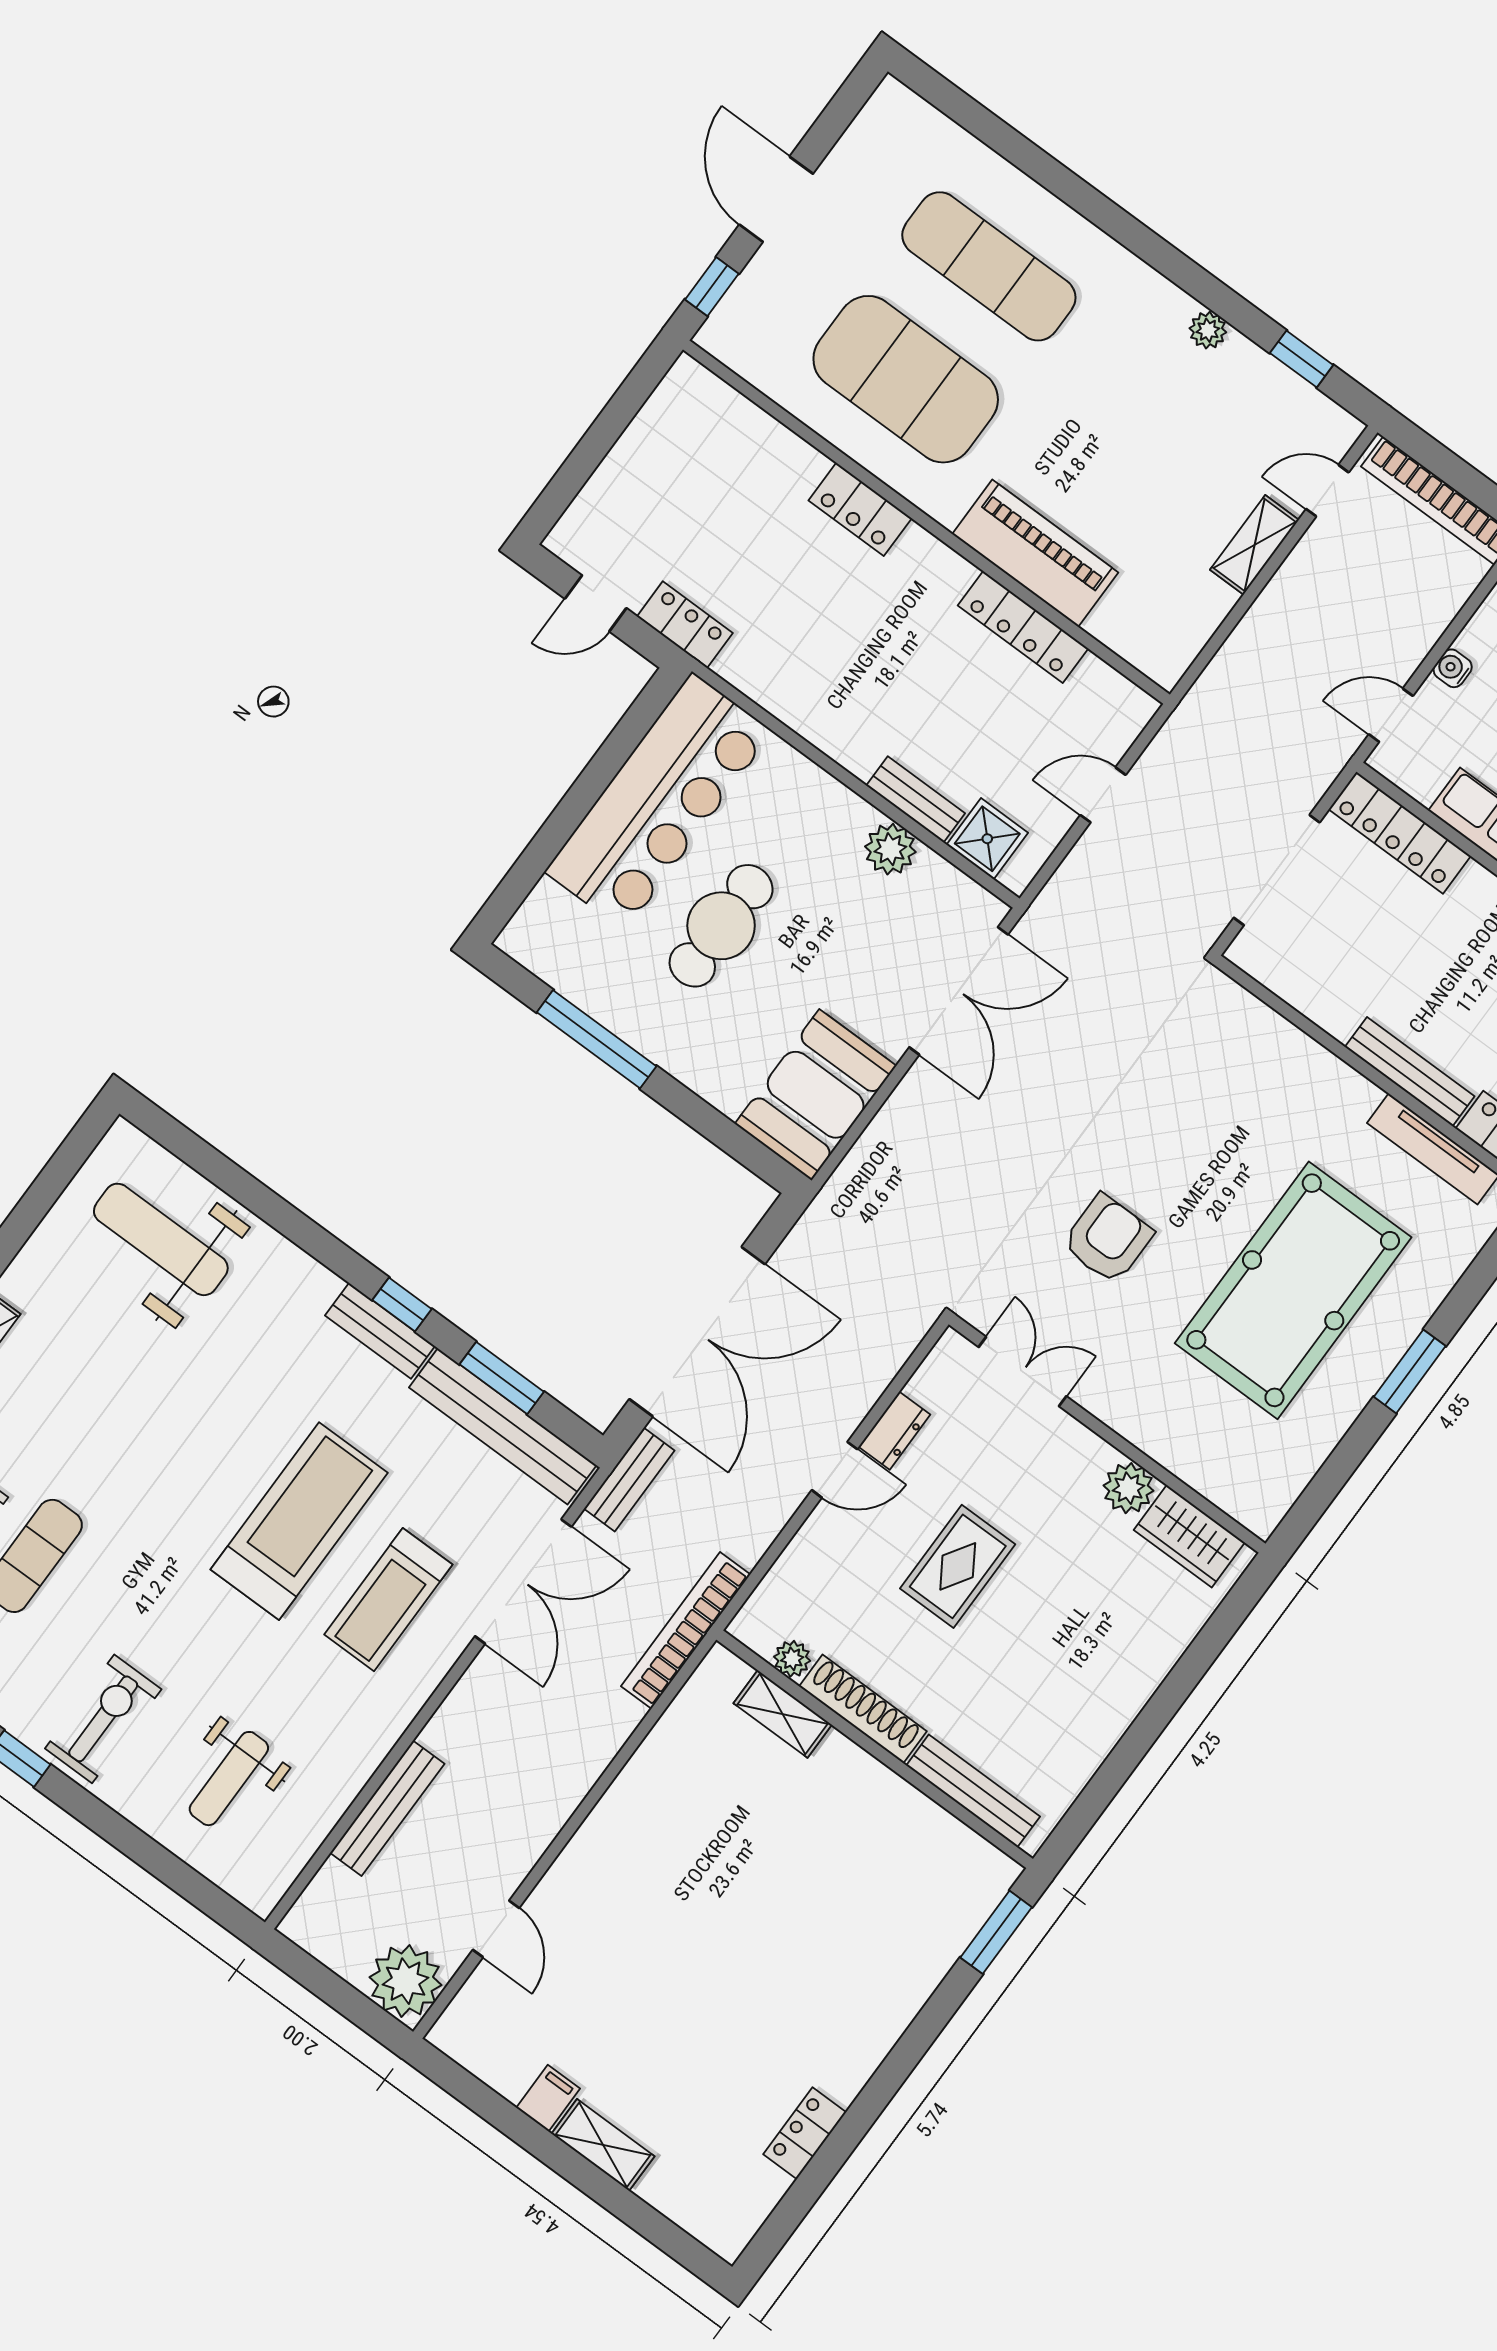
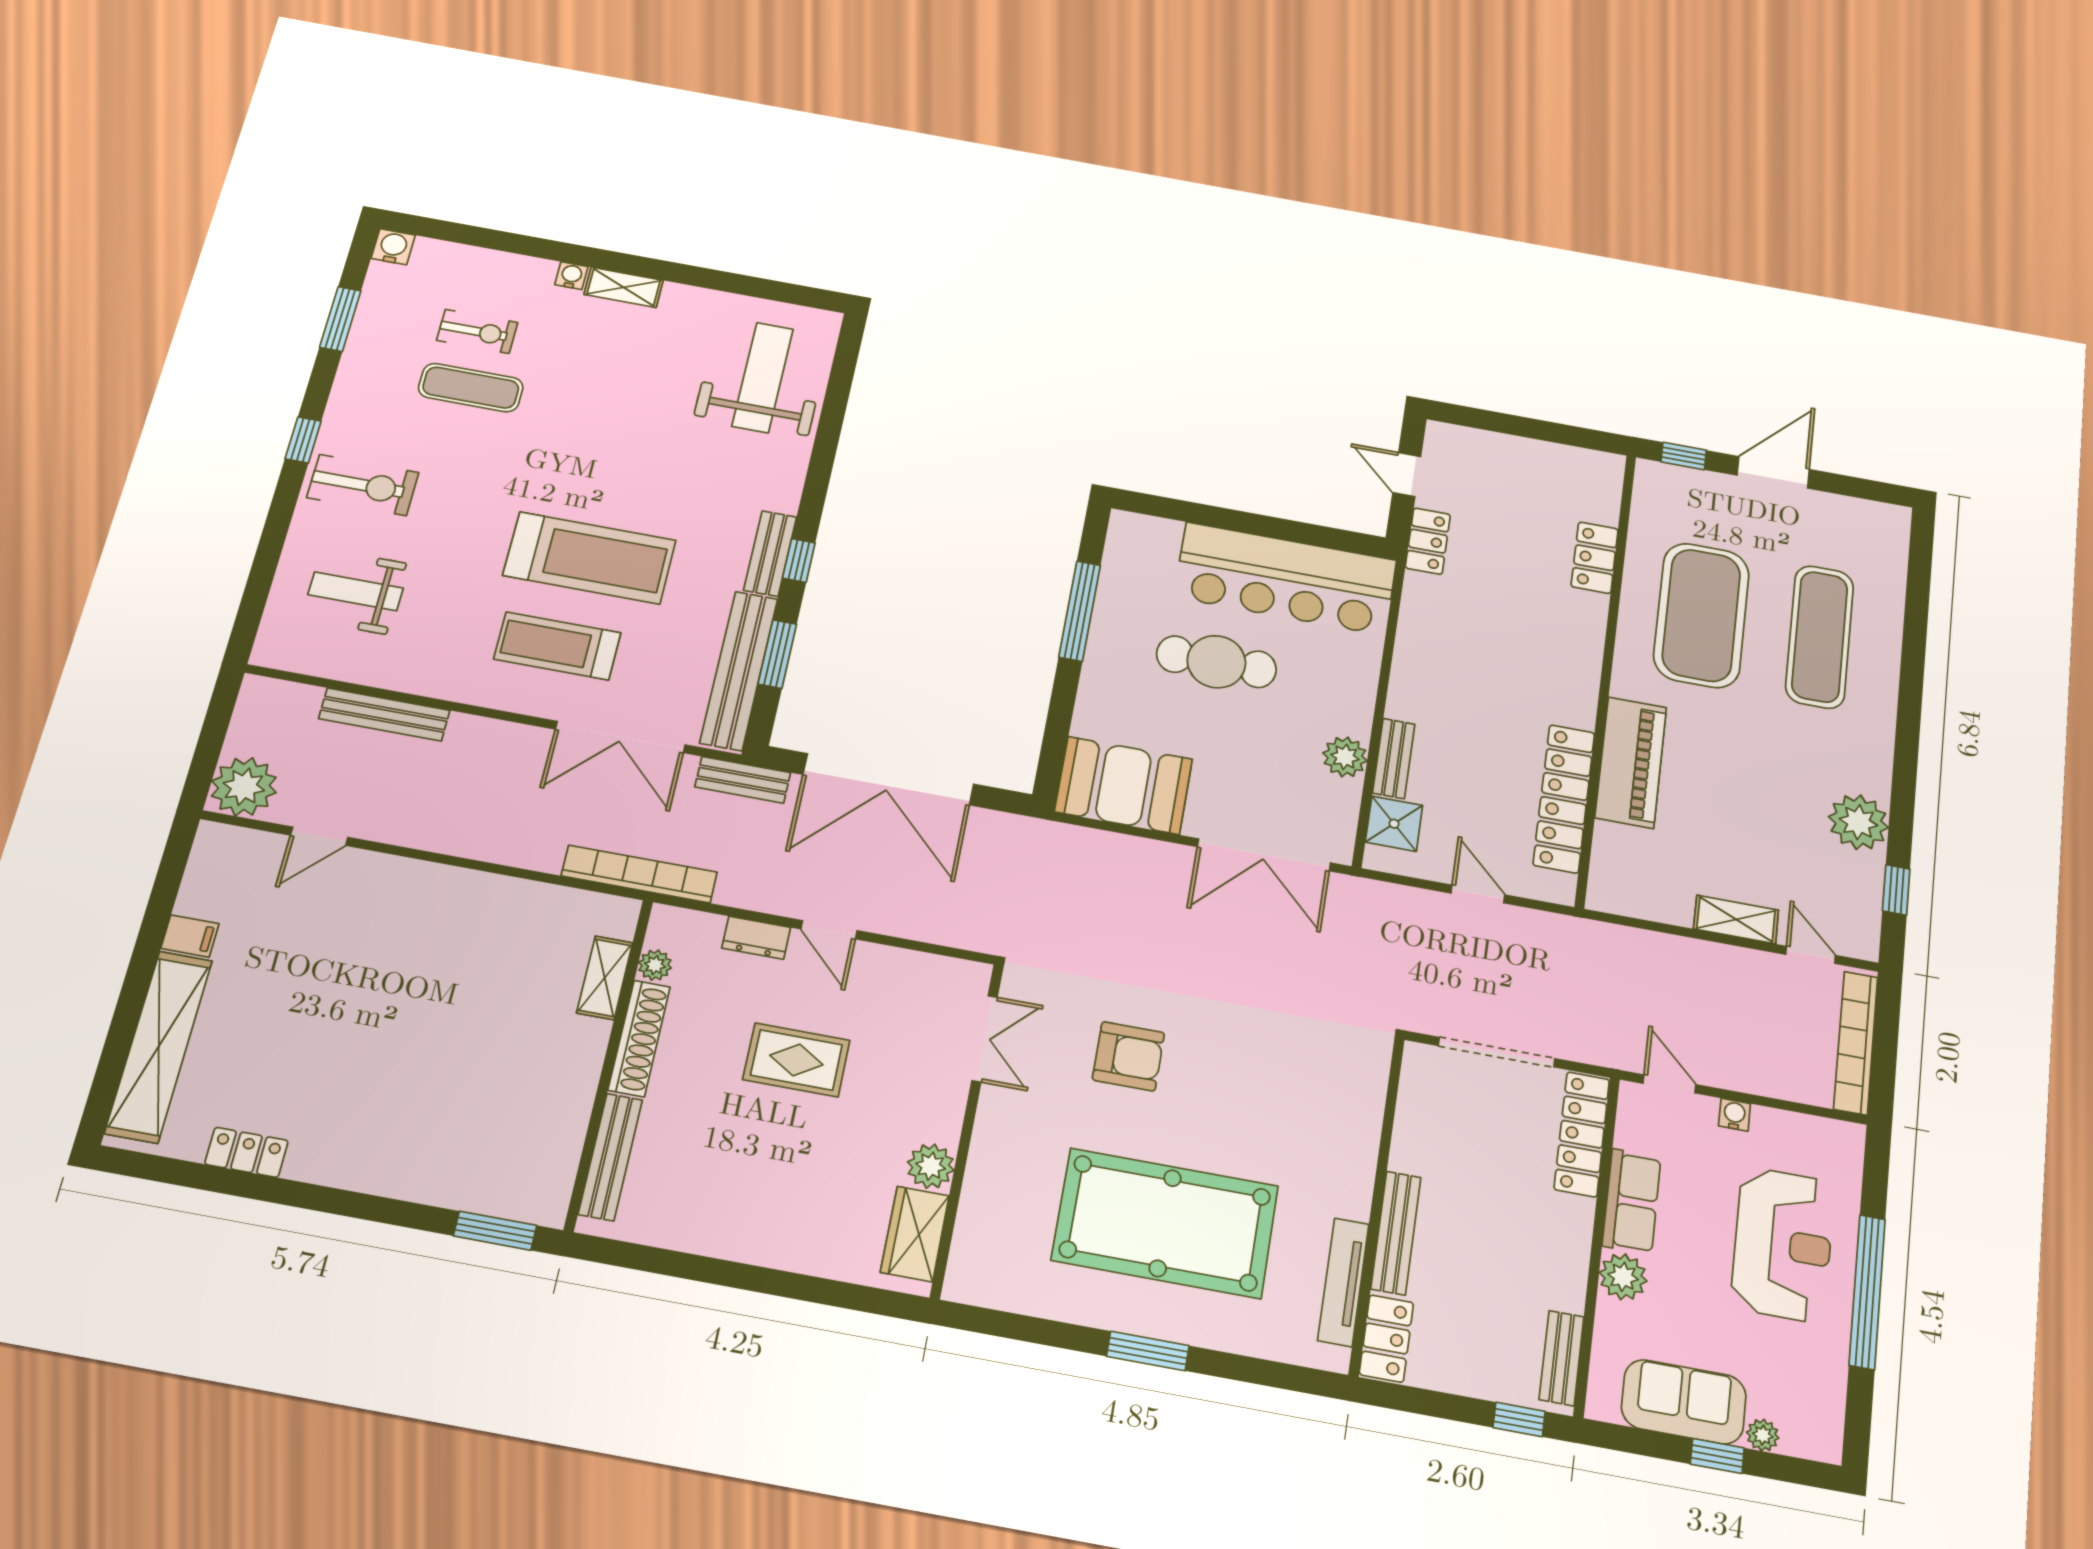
plant: (1208, 330) -> (1858, 822), width x1.87, depth x1.87
locker: (860, 509) -> (1595, 558), moved
locker: (1023, 627) -> (1564, 799), width x1.41, depth x1.21
dresser: (894, 1431) -> (756, 938), moved
shelving: (603, 2145) -> (159, 1046), width x2.20, depth x1.33

